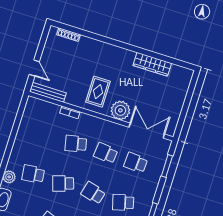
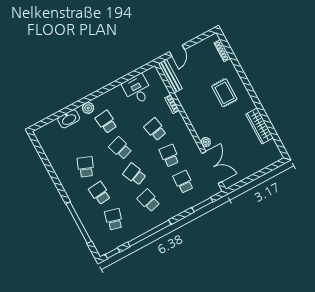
rug: (98, 92) -> (224, 93), moved, turned 90
plant: (120, 110) -> (206, 142), width x0.53, depth x0.53
desk: (33, 127) -> (137, 89), added
school desk: (93, 193) -> (135, 174), turned -39

